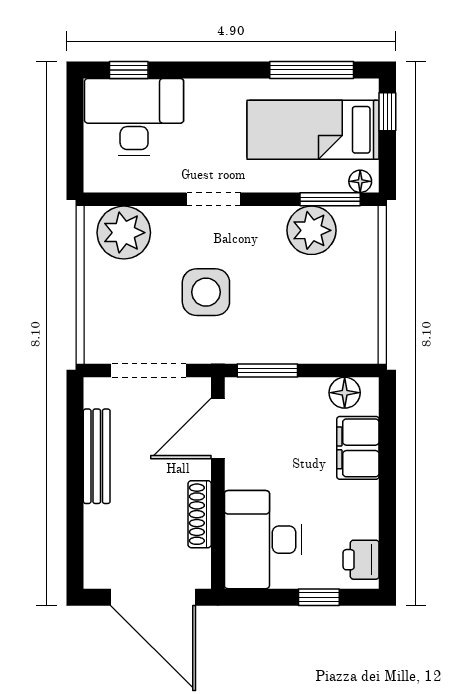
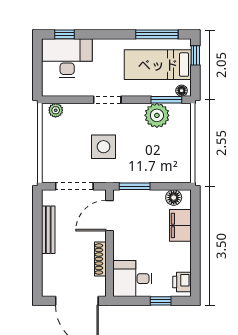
plant: (124, 233) -> (56, 110), width x0.53, depth x0.53
desk: (263, 540) -> (132, 279), width x0.73

